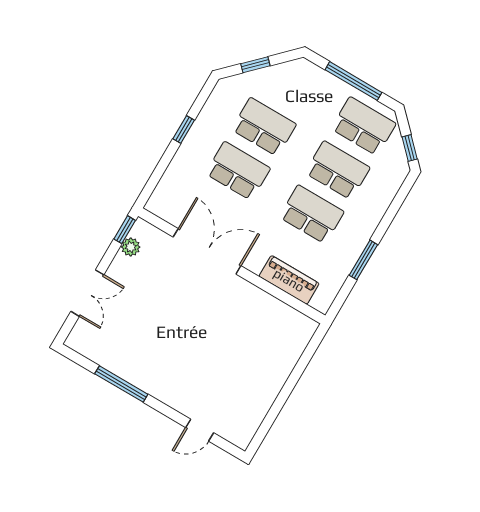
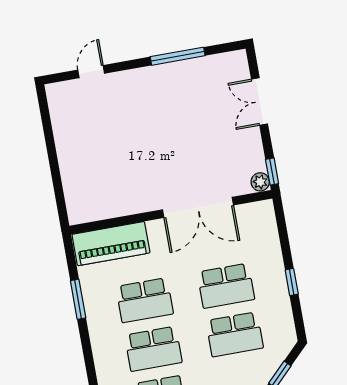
plant: (131, 247) -> (260, 182), moved
piano: (289, 280) -> (111, 244), width x1.37, depth x1.33

